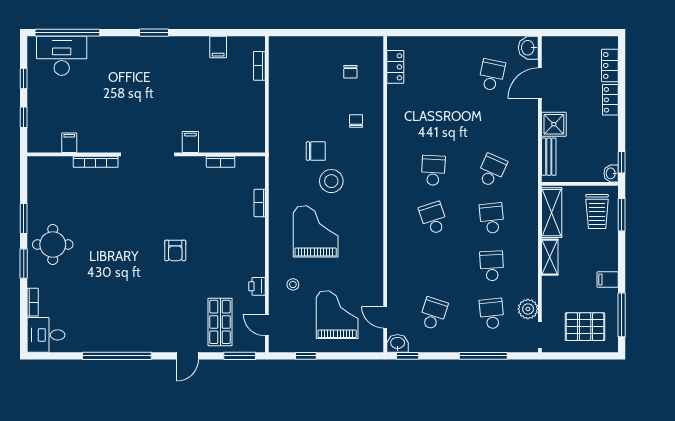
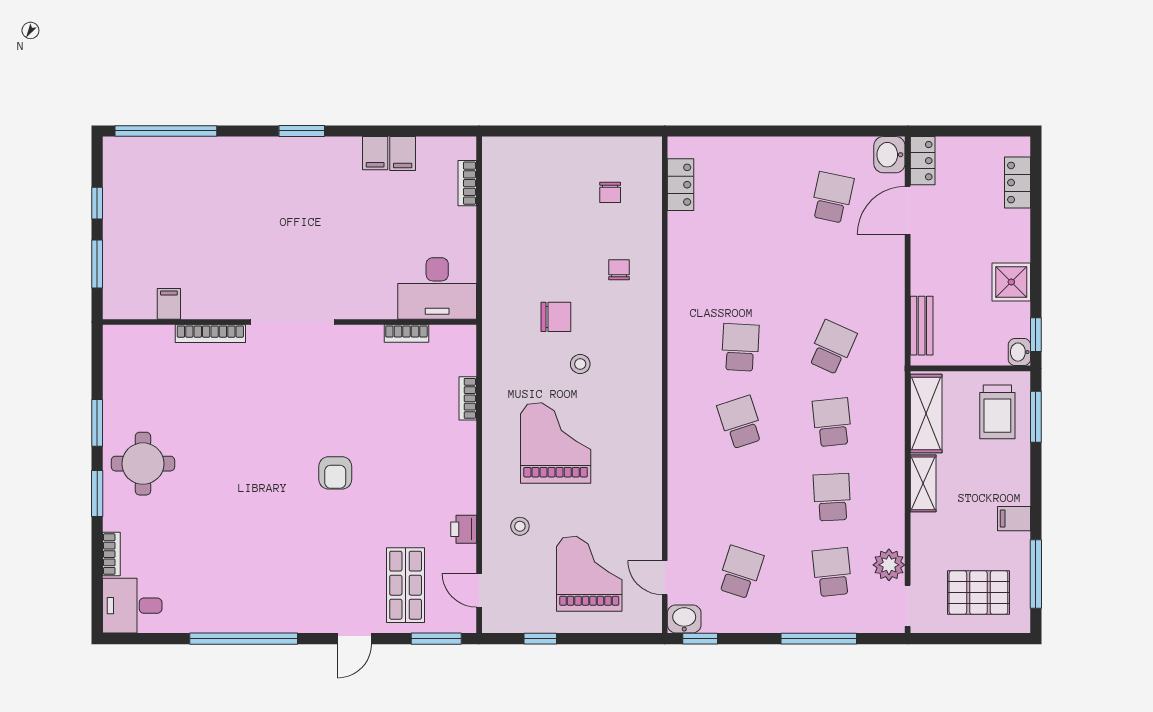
desk: (62, 56) -> (437, 288), moved, turned 180
locker: (610, 100) -> (923, 161), moved, turned 180
window: (24, 117) -> (97, 264), width x1.50
shower: (554, 124) -> (1011, 282), moved
filing cabinet: (190, 142) -> (375, 153), moved, turned 180
stool: (331, 181) -> (580, 364), width x0.53, depth x0.53

